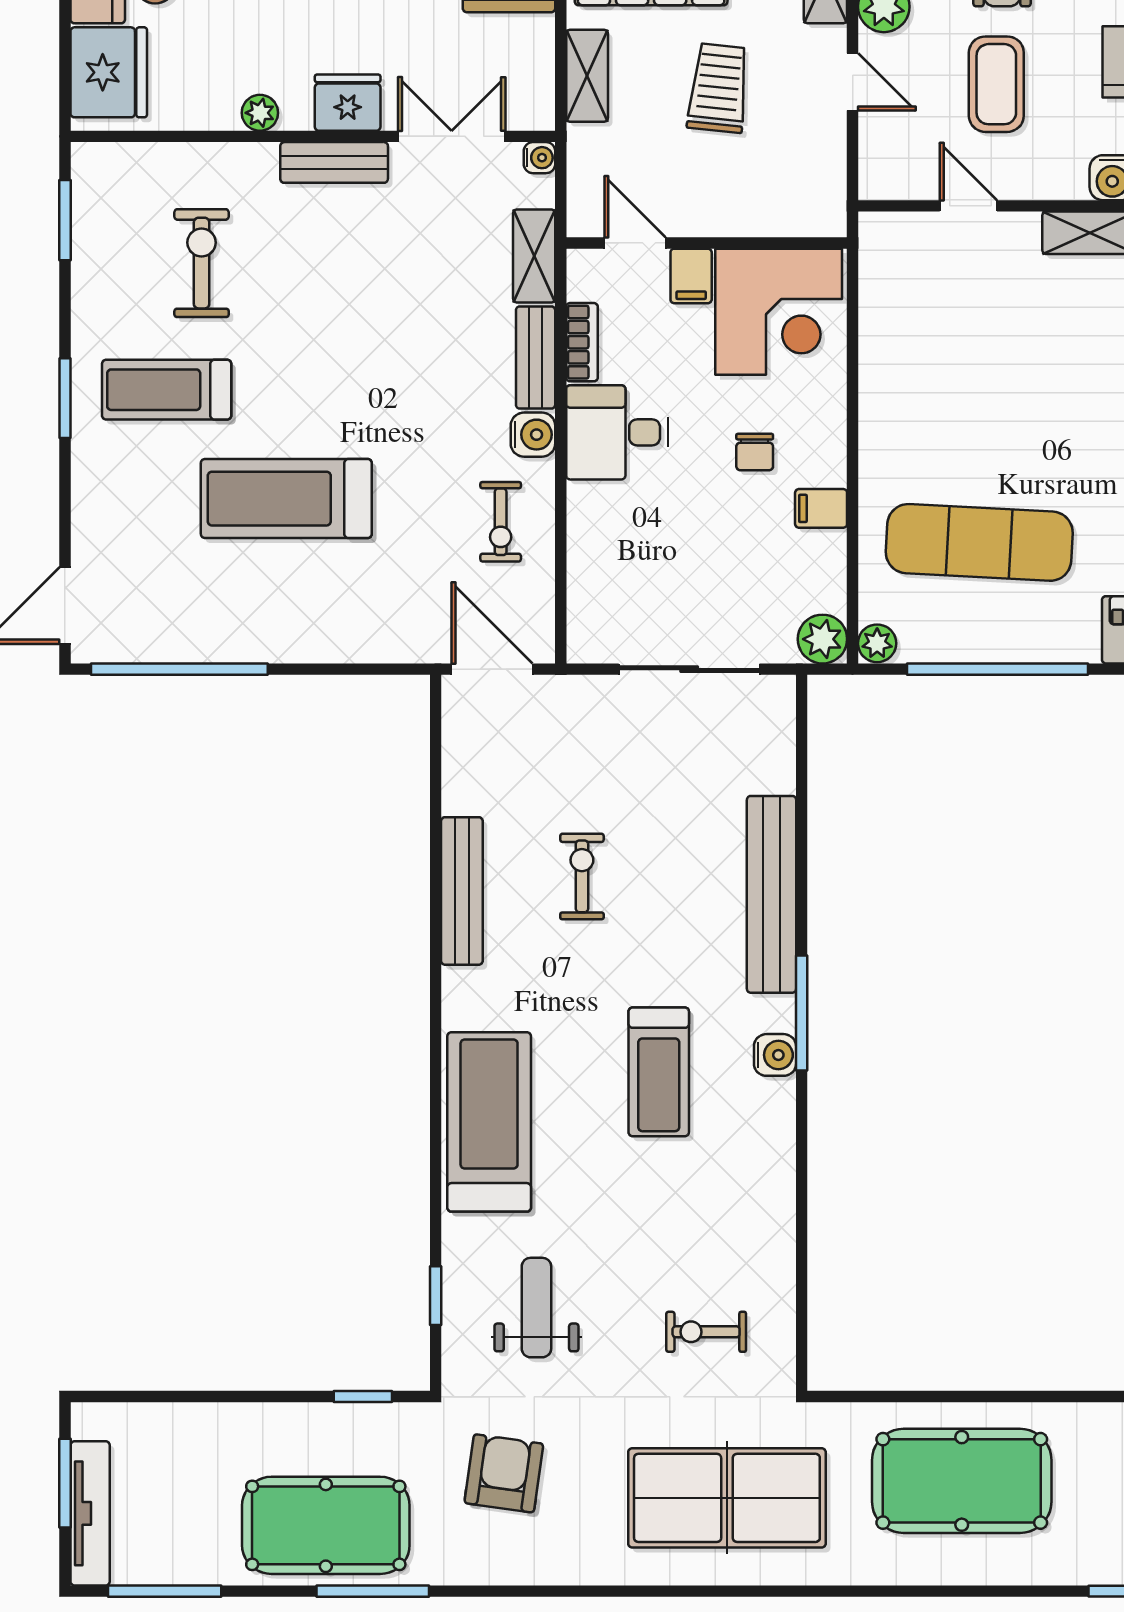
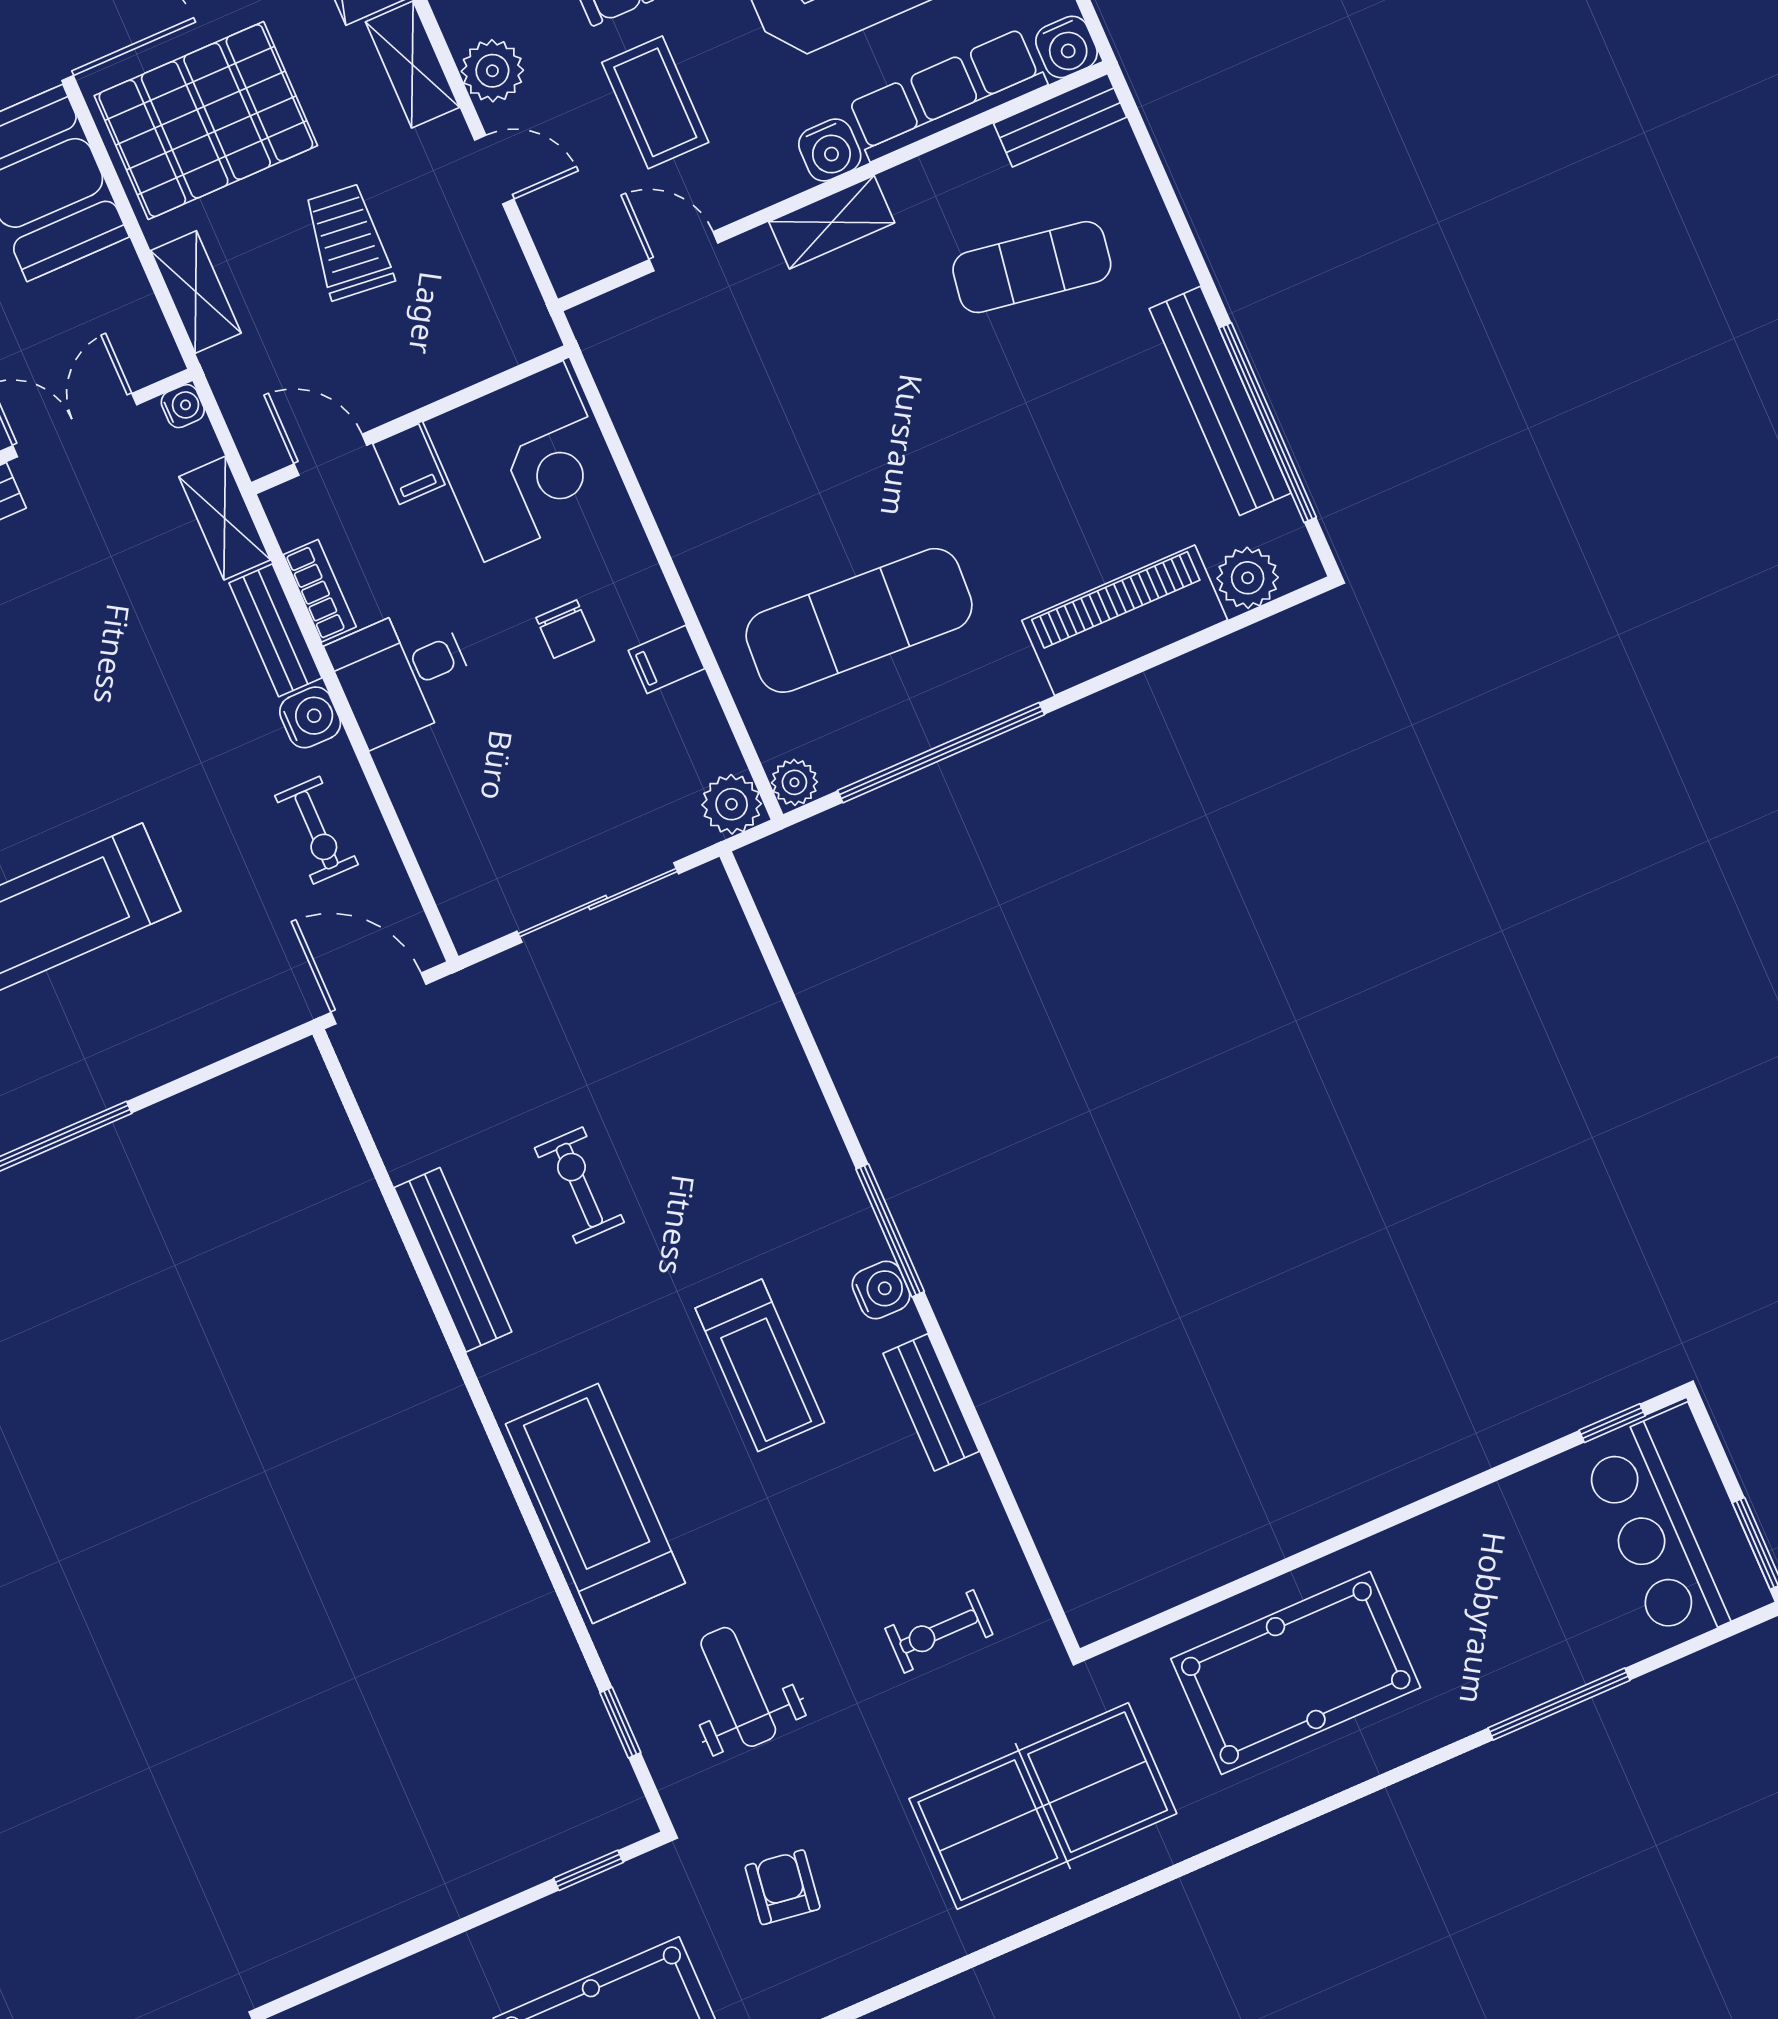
bench: (772, 894) -> (931, 1402), moved, width x0.54, depth x0.82
armchair: (504, 1473) -> (783, 1887), width x0.72, depth x0.72

